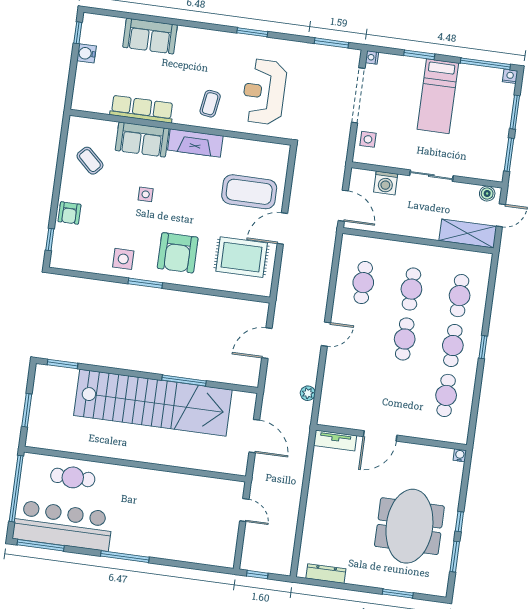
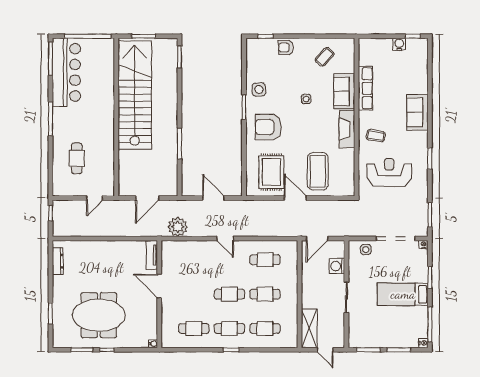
sofa: (150, 36) -> (417, 112), moved
boiler: (487, 194) -> (339, 338), removed
plant: (308, 393) -> (178, 227), width x1.87, depth x1.87
stairs: (153, 403) -> (135, 95), moved, turned 180
cafe table: (73, 477) -> (77, 158), moved

